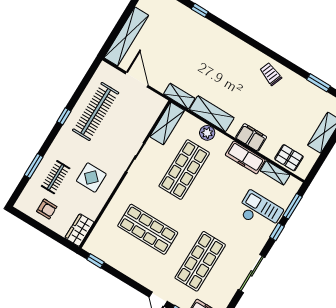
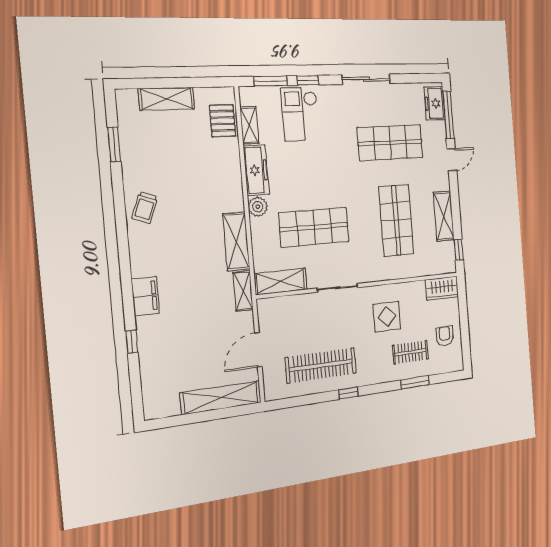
plant: (207, 133) -> (258, 207), moved
filing cabinet: (251, 137) -> (145, 296), moved, turned 180
shelving: (126, 266) -> (444, 216), added

